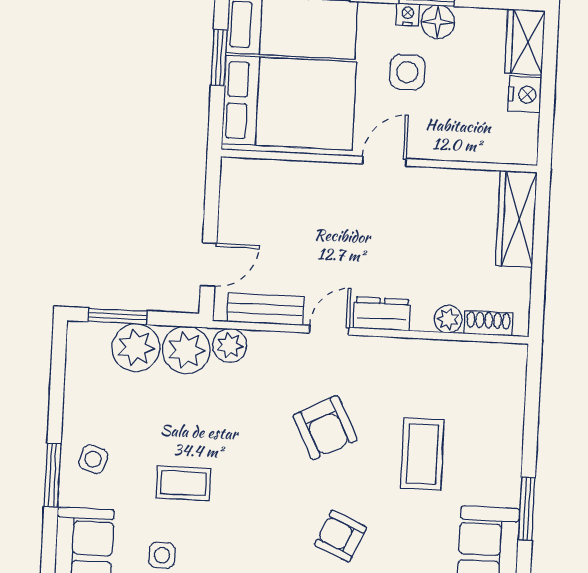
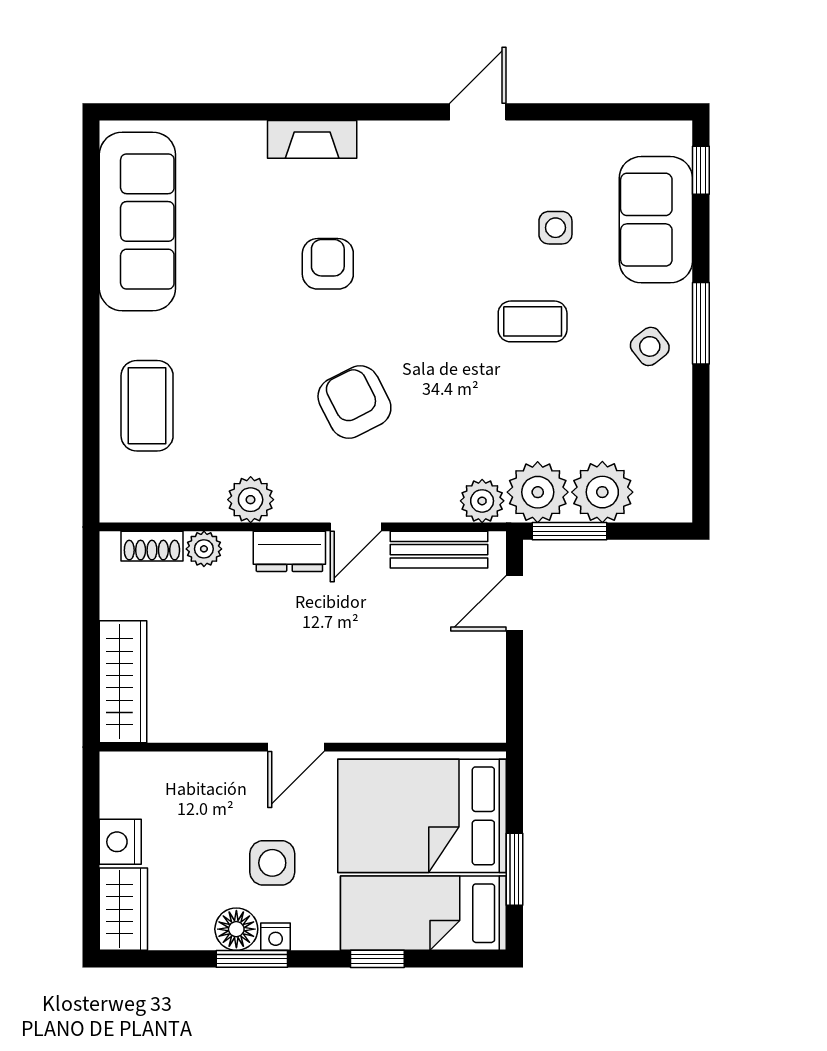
window: (118, 316) -> (569, 531), moved
plant: (410, 356) -> (251, 500), added
coffee table: (422, 454) -> (147, 406), moved
side table: (93, 459) -> (650, 346), turned 33
window: (527, 509) -> (91, 311), removed
armchair: (340, 536) -> (328, 264), turned -114

